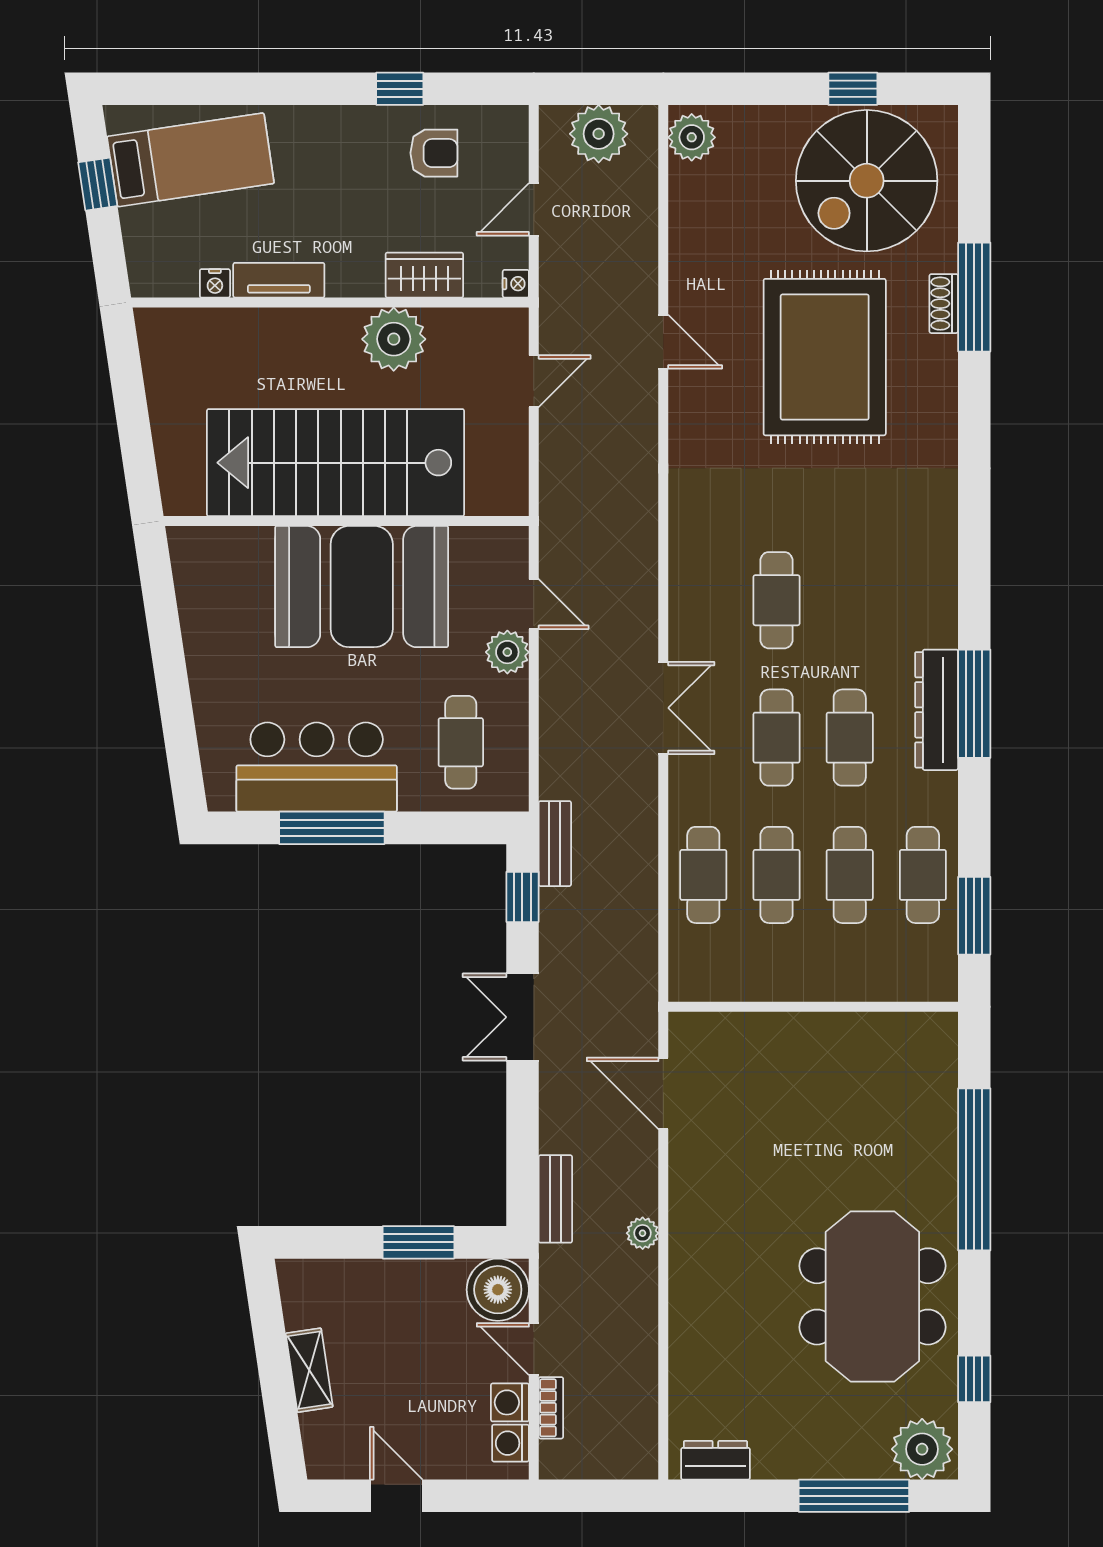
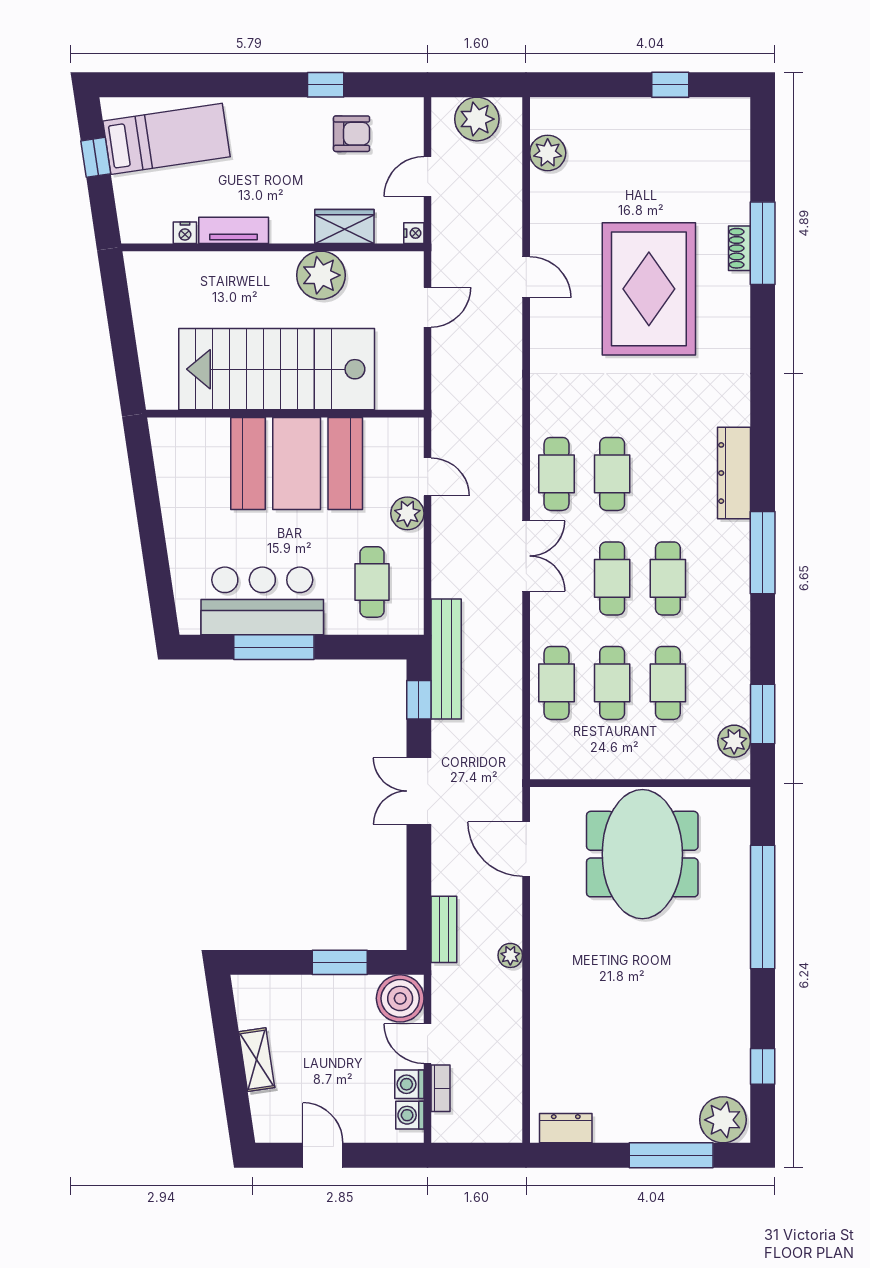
plant: (692, 137) -> (548, 153), moved
spiral stairs: (867, 181) -> (681, 155), removed
dresser: (937, 710) -> (734, 473), moved
bench: (555, 844) -> (446, 659), width x1.86, depth x1.21
cafe table: (923, 875) -> (557, 474), moved
plant: (937, 952) -> (734, 741), added
meeting table: (872, 1296) -> (642, 854), moved

